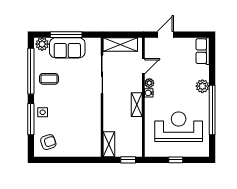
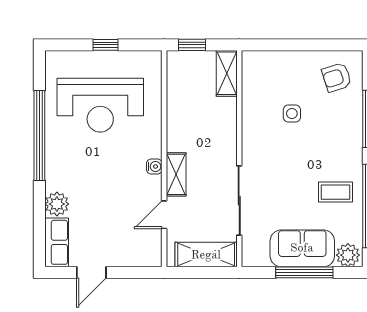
door: (165, 35) -> (91, 272), moved
plant: (149, 83) -> (153, 184), removed
plant: (202, 86) -> (57, 204), moved
shelving: (137, 105) -> (176, 174), moved
side table: (43, 112) -> (292, 114), moved

